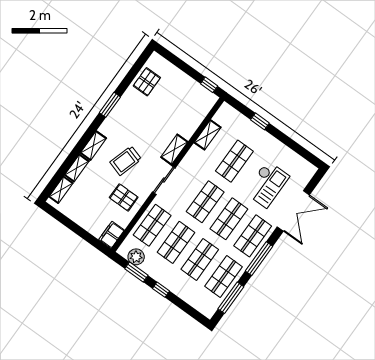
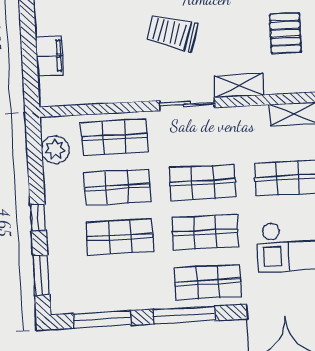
pallet: (124, 197) -> (285, 33), moved
filing cabinet: (112, 235) -> (50, 56), moved, turned 90
window: (136, 272) -> (41, 275), moved
shop shelf: (224, 277) -> (123, 287), removed

